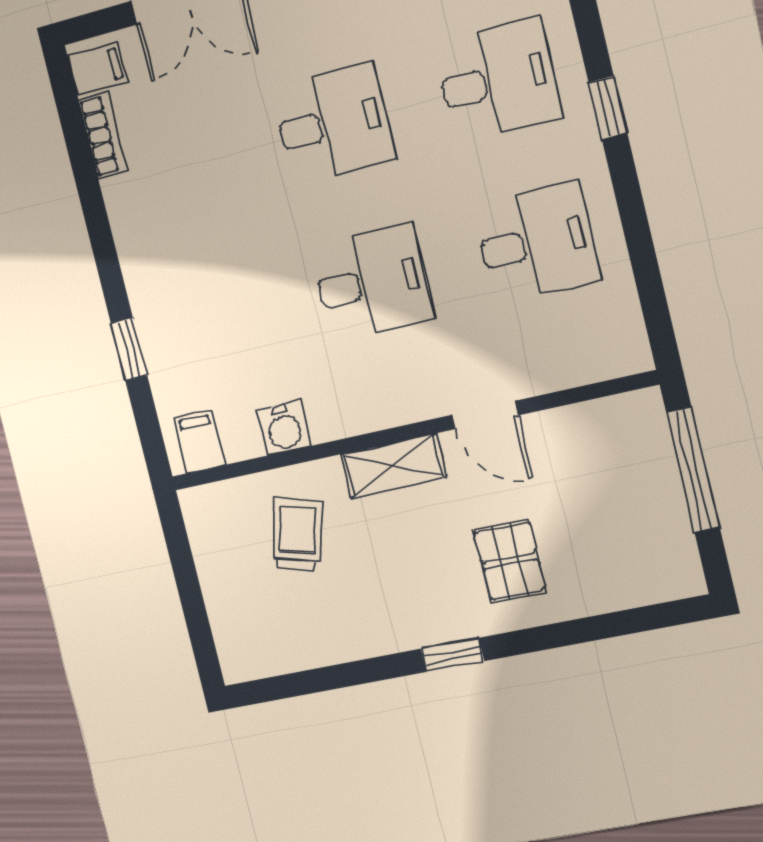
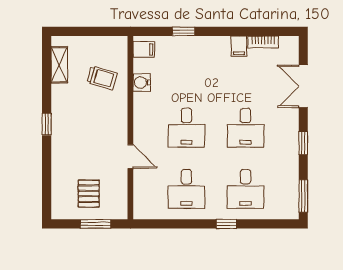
filing cabinet: (98, 69) -> (239, 46), moved
door: (485, 415) -> (130, 157), swing flipped
shelving: (393, 466) -> (59, 65), moved
window: (693, 470) -> (96, 224), width x0.69
pallet: (510, 561) -> (89, 194), moved, turned 90

